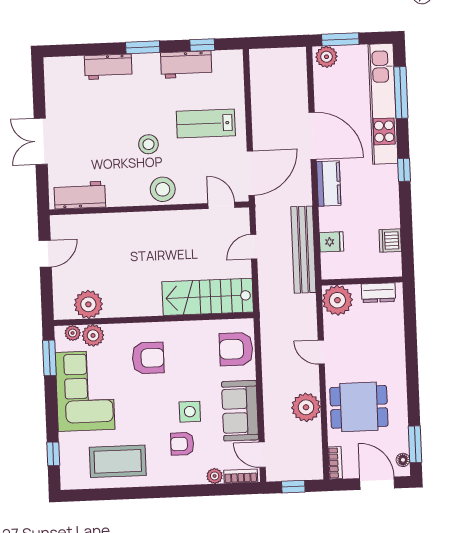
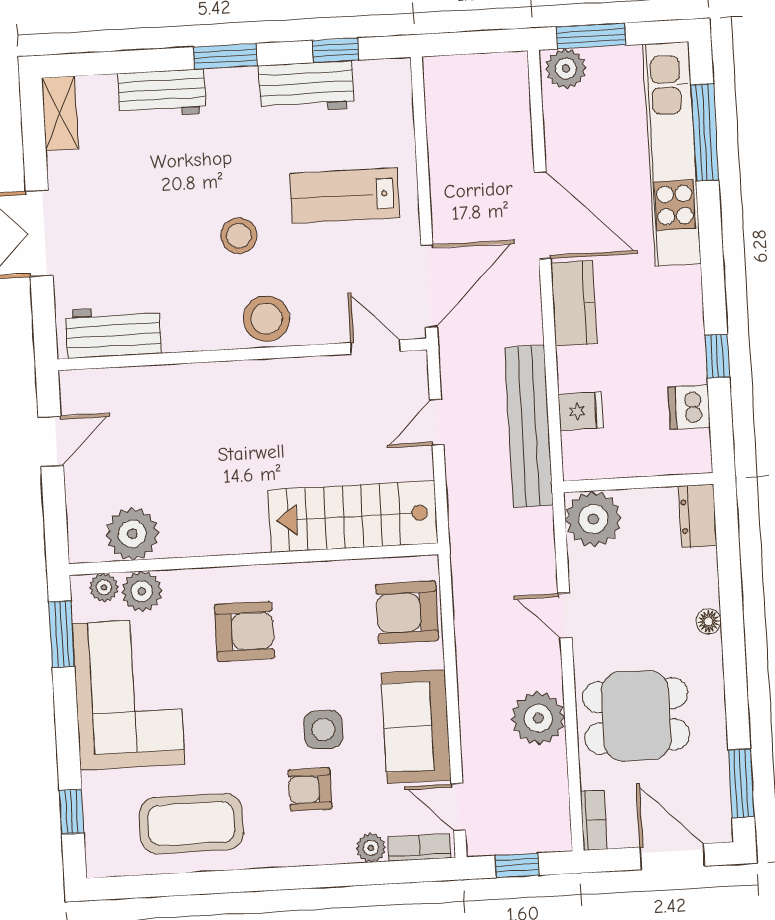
shelving: (53, 77) -> (60, 113), added
window: (404, 170) -> (717, 356), moved
dresser: (378, 293) -> (698, 516), moved, turned 90
floor lamp: (403, 460) -> (709, 621), moved

